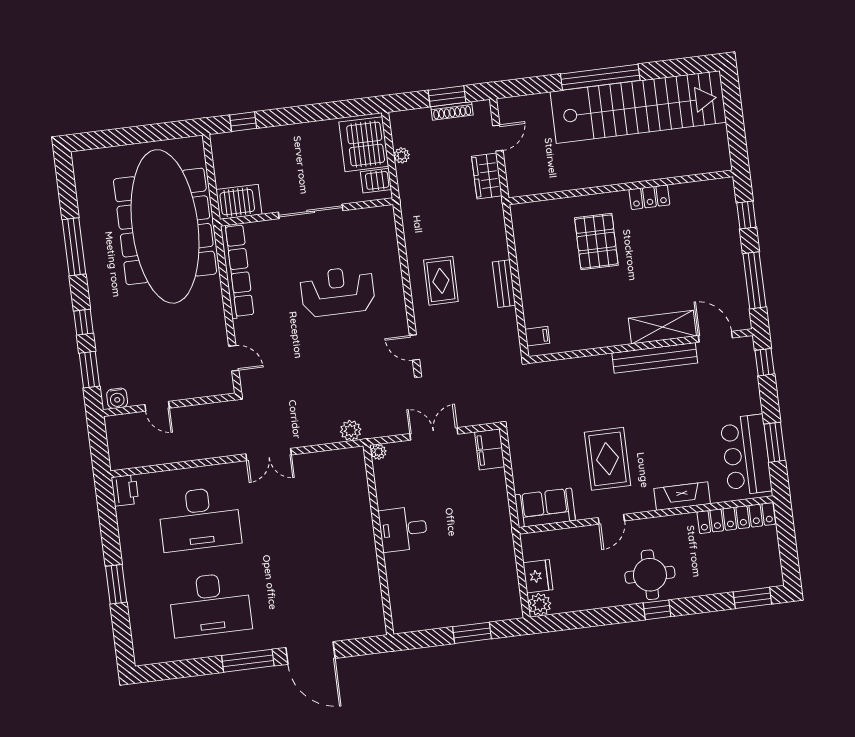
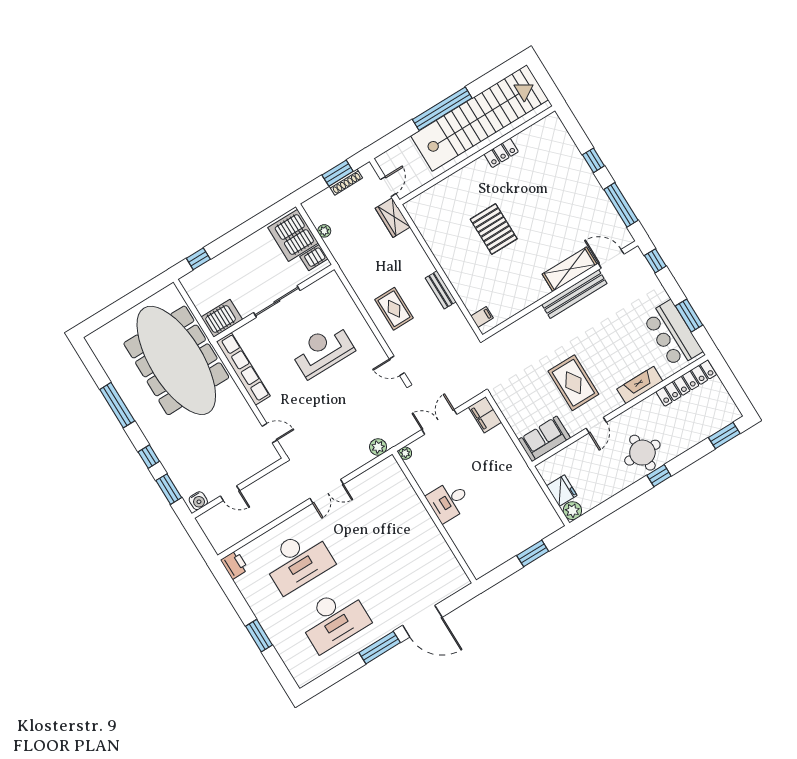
wall: (621, 187) -> (477, 155), moved
locker: (649, 197) -> (501, 153), moved

